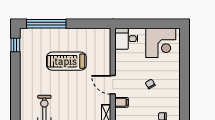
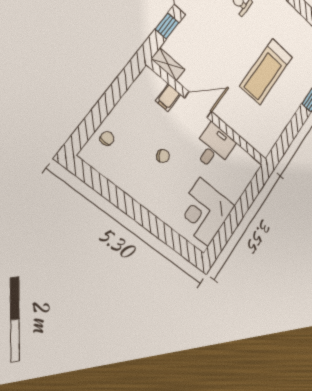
desk: (126, 39) -> (214, 147), moved
treadmill: (66, 61) -> (266, 71), turned 180

